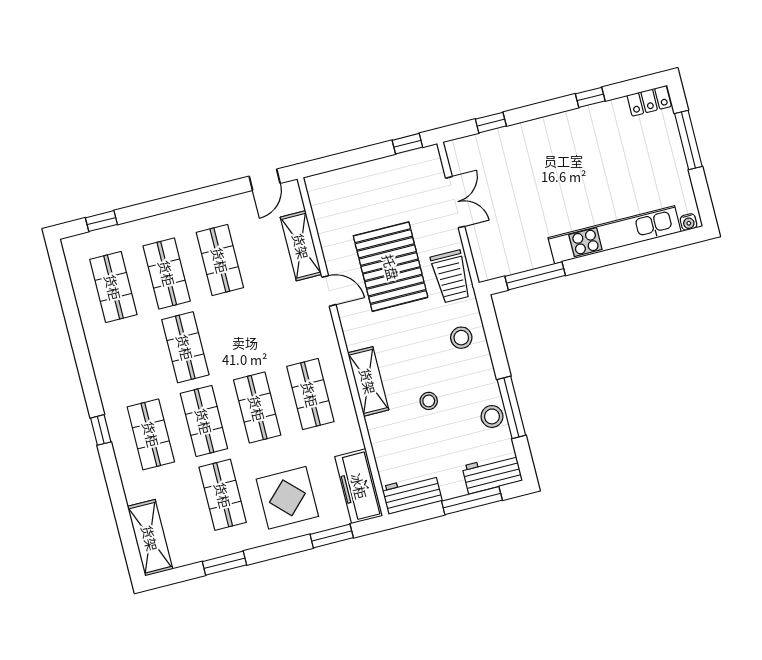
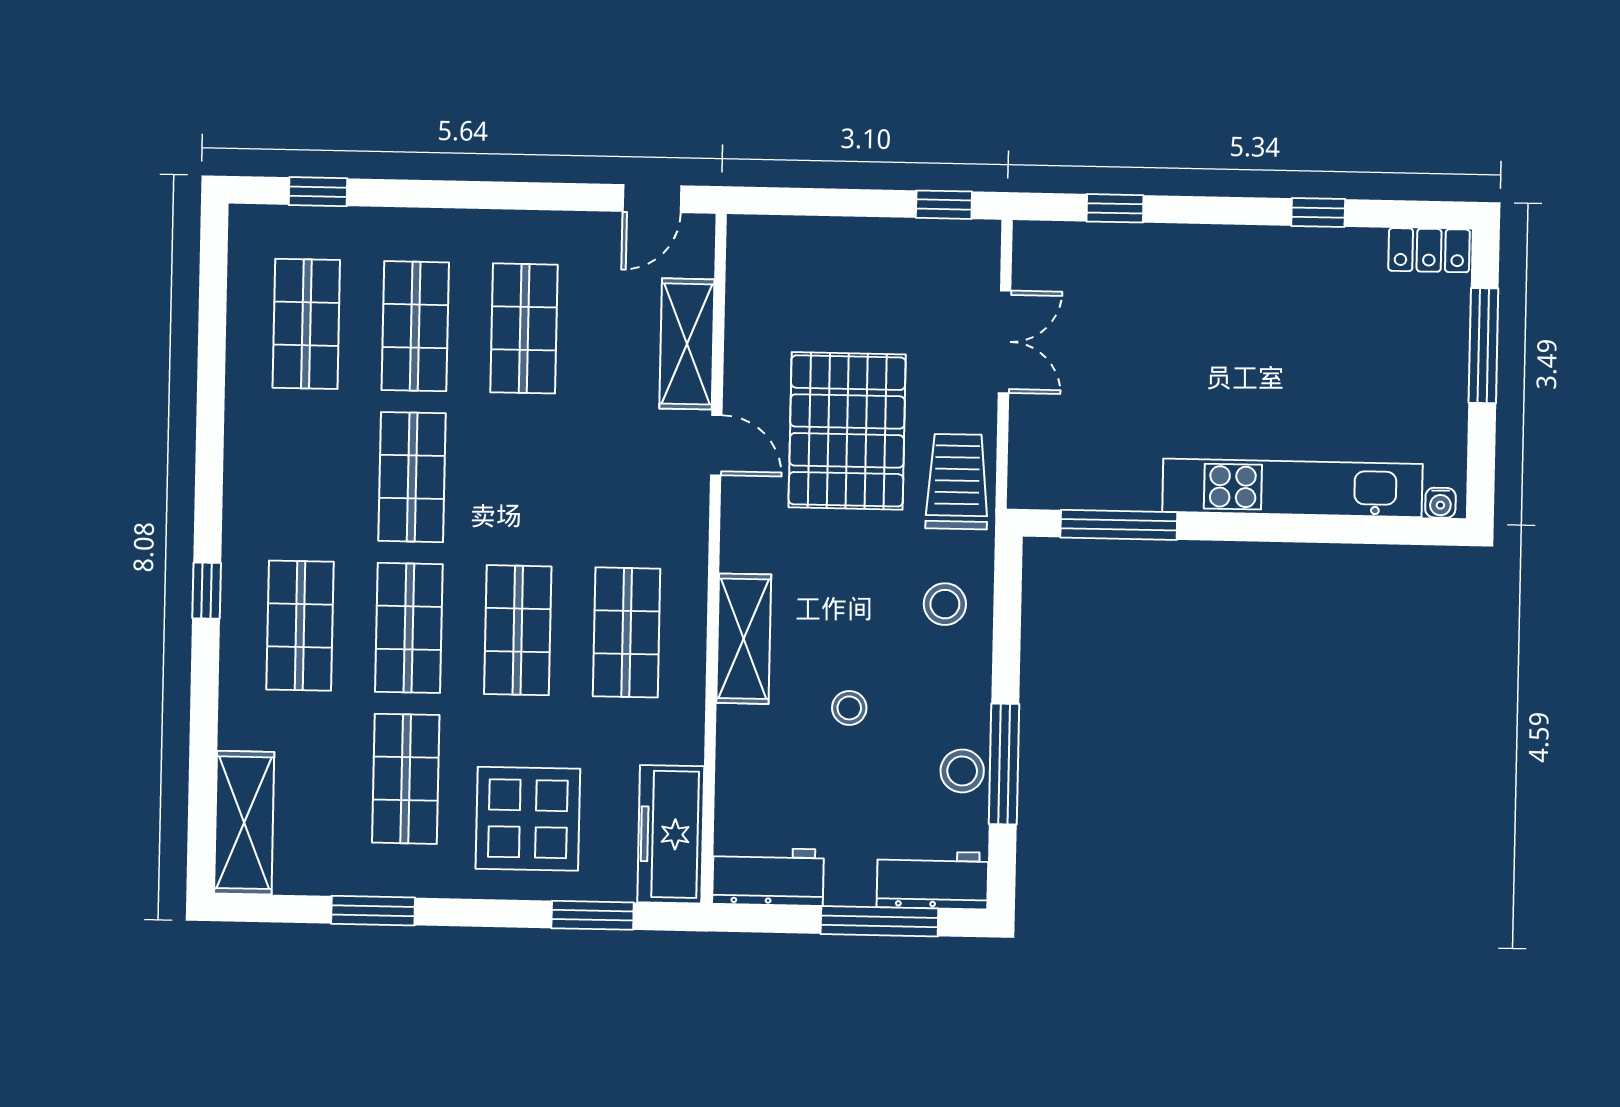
trolley: (451, 276) -> (957, 482), turned 180

